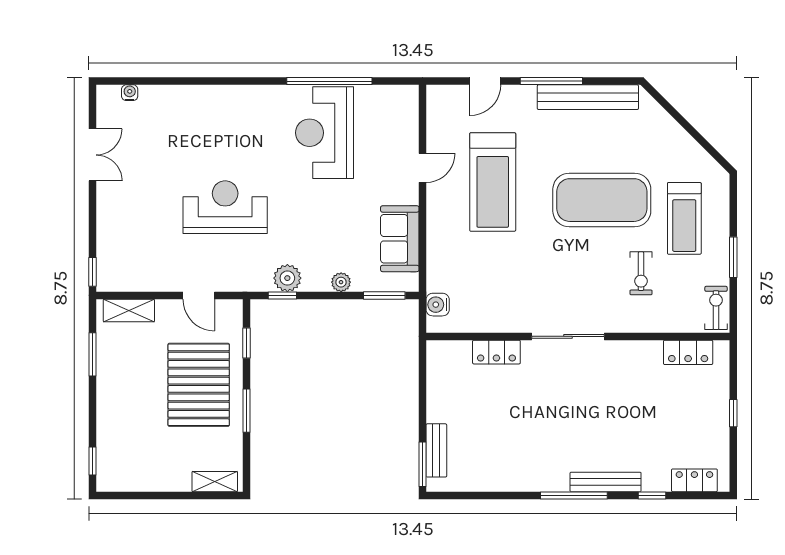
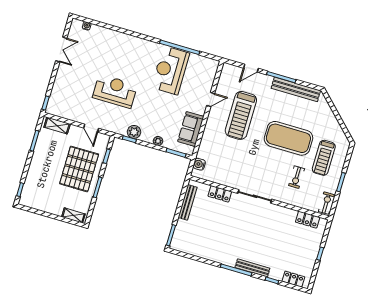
bench: (436, 450) -> (187, 202), moved, width x1.36

